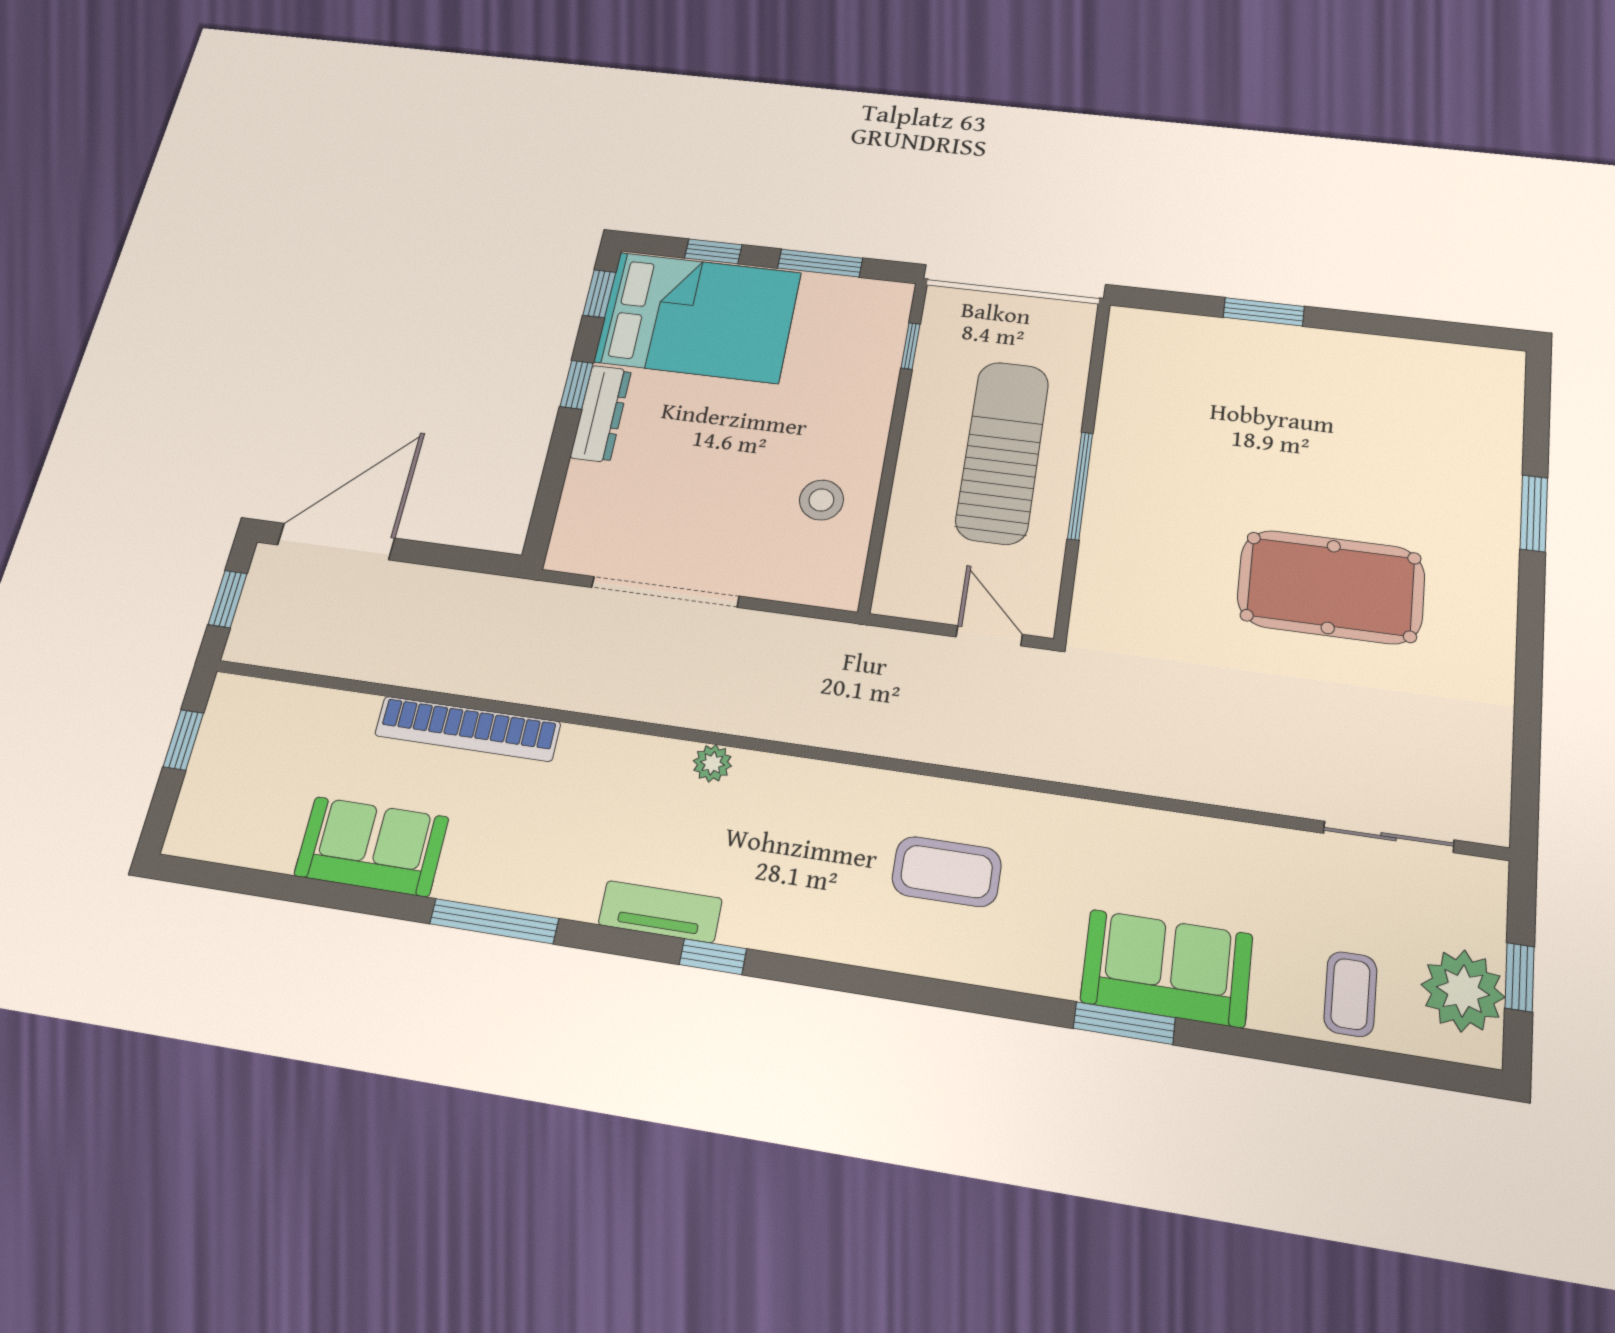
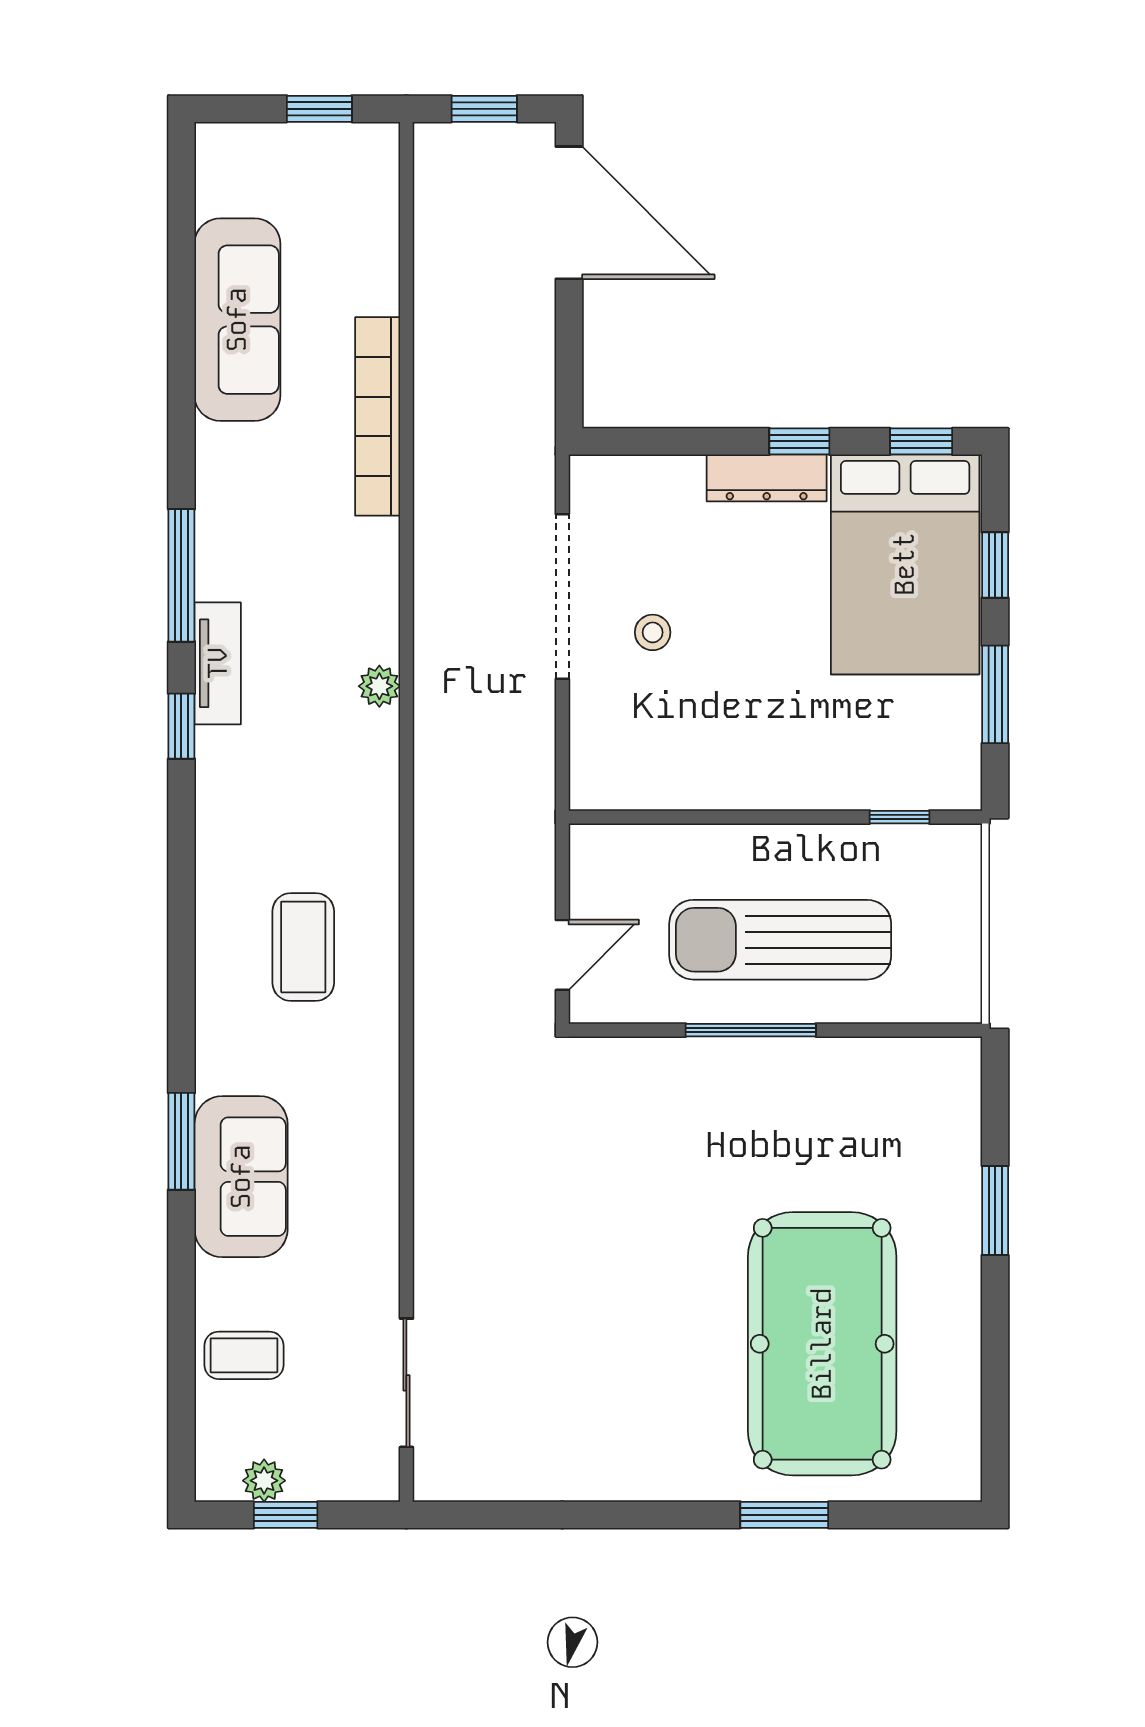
sun lounger: (1002, 452) -> (780, 940), turned 180
stool: (821, 500) -> (653, 632), moved, width x0.73, depth x0.73
pool table: (1331, 587) -> (822, 1344), moved, width x1.36, depth x1.32
sofa: (372, 846) -> (237, 320), width x1.36
window: (494, 921) -> (181, 575), moved
plant: (1463, 991) -> (264, 1481), width x0.53, depth x0.53

